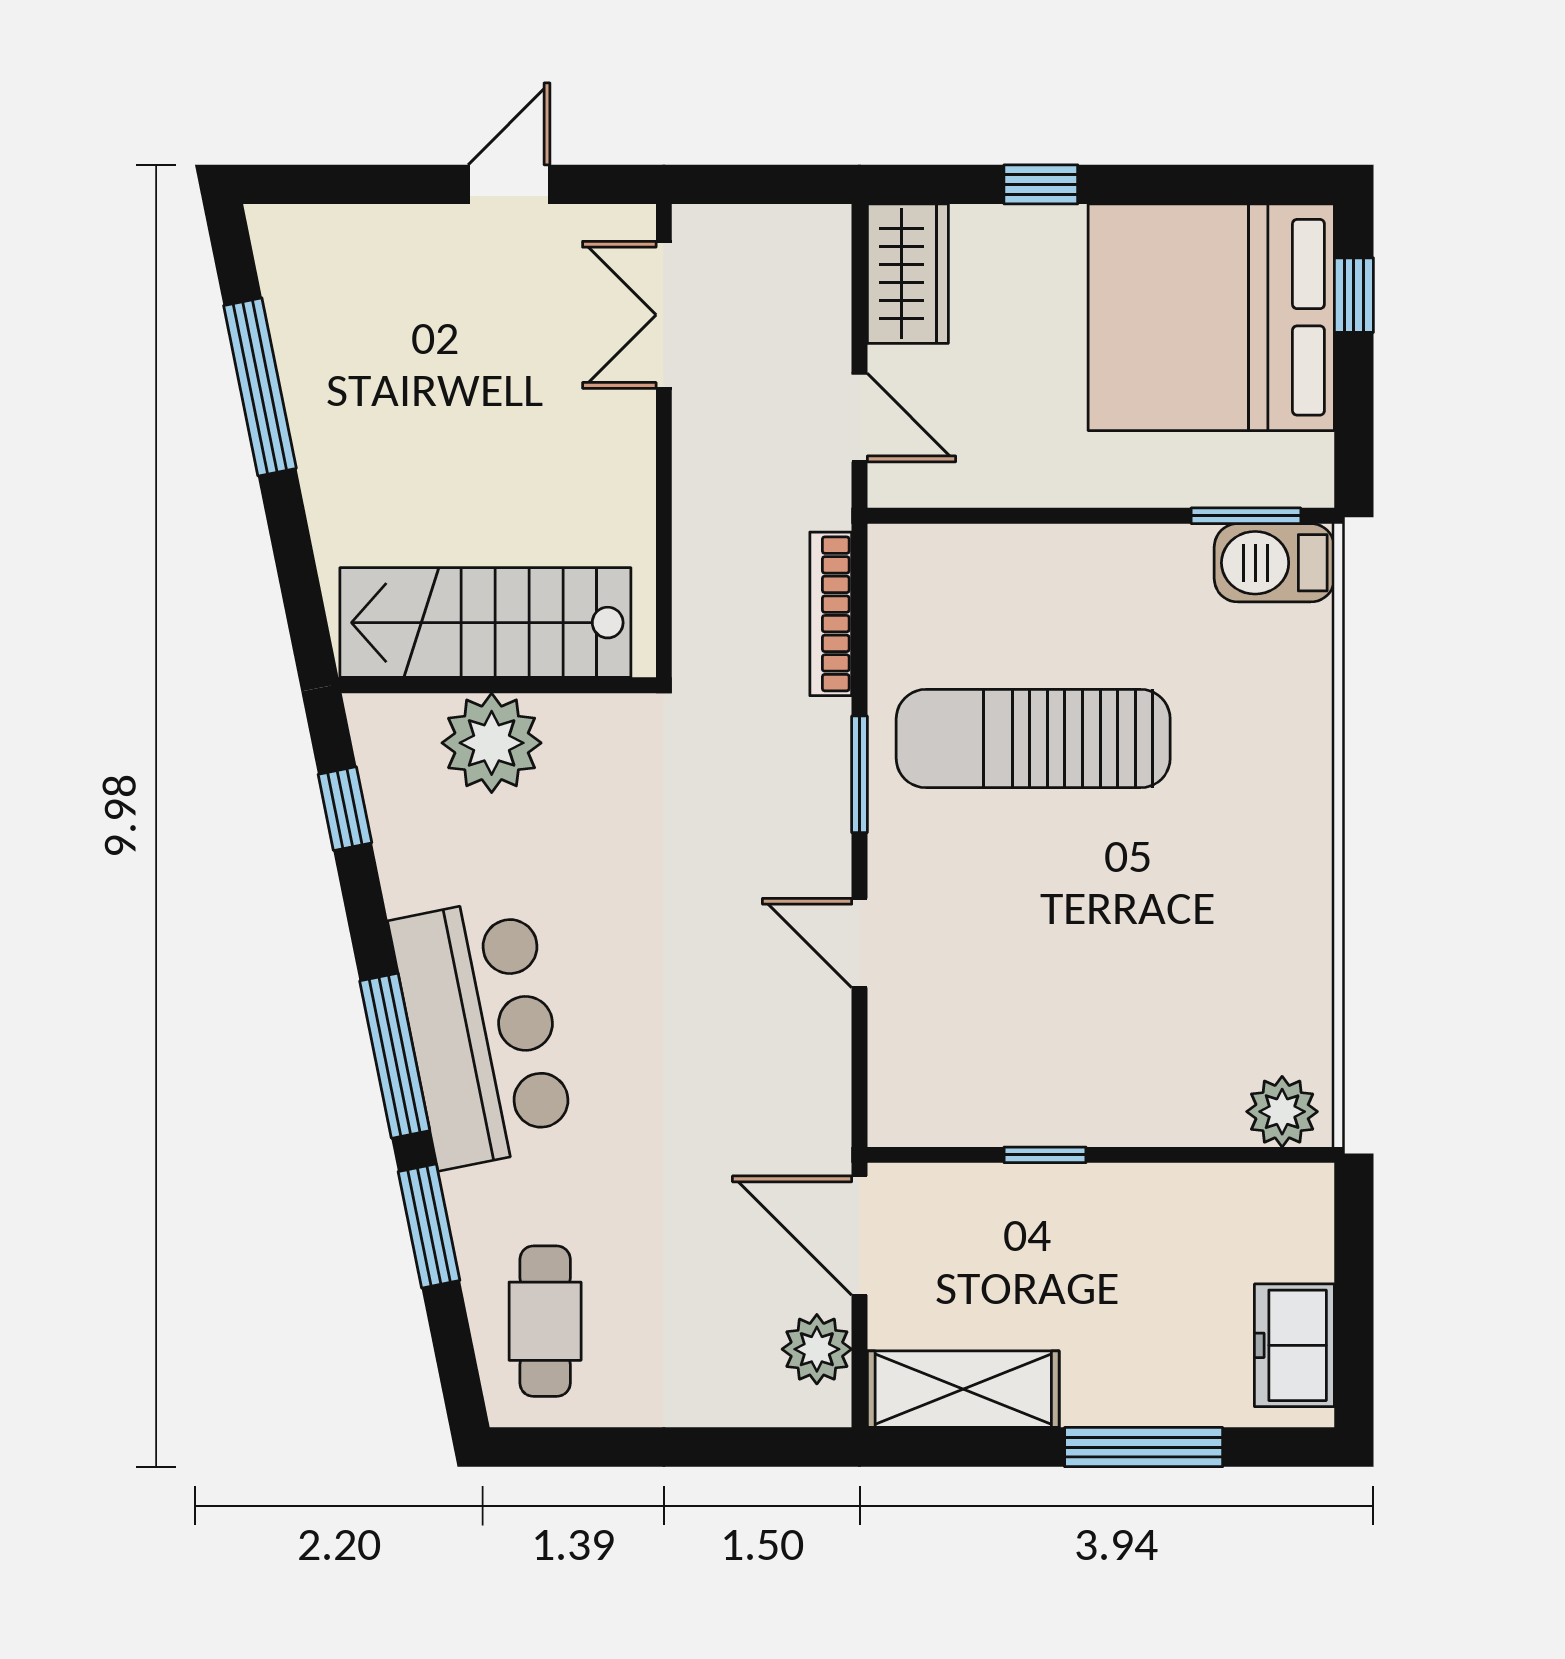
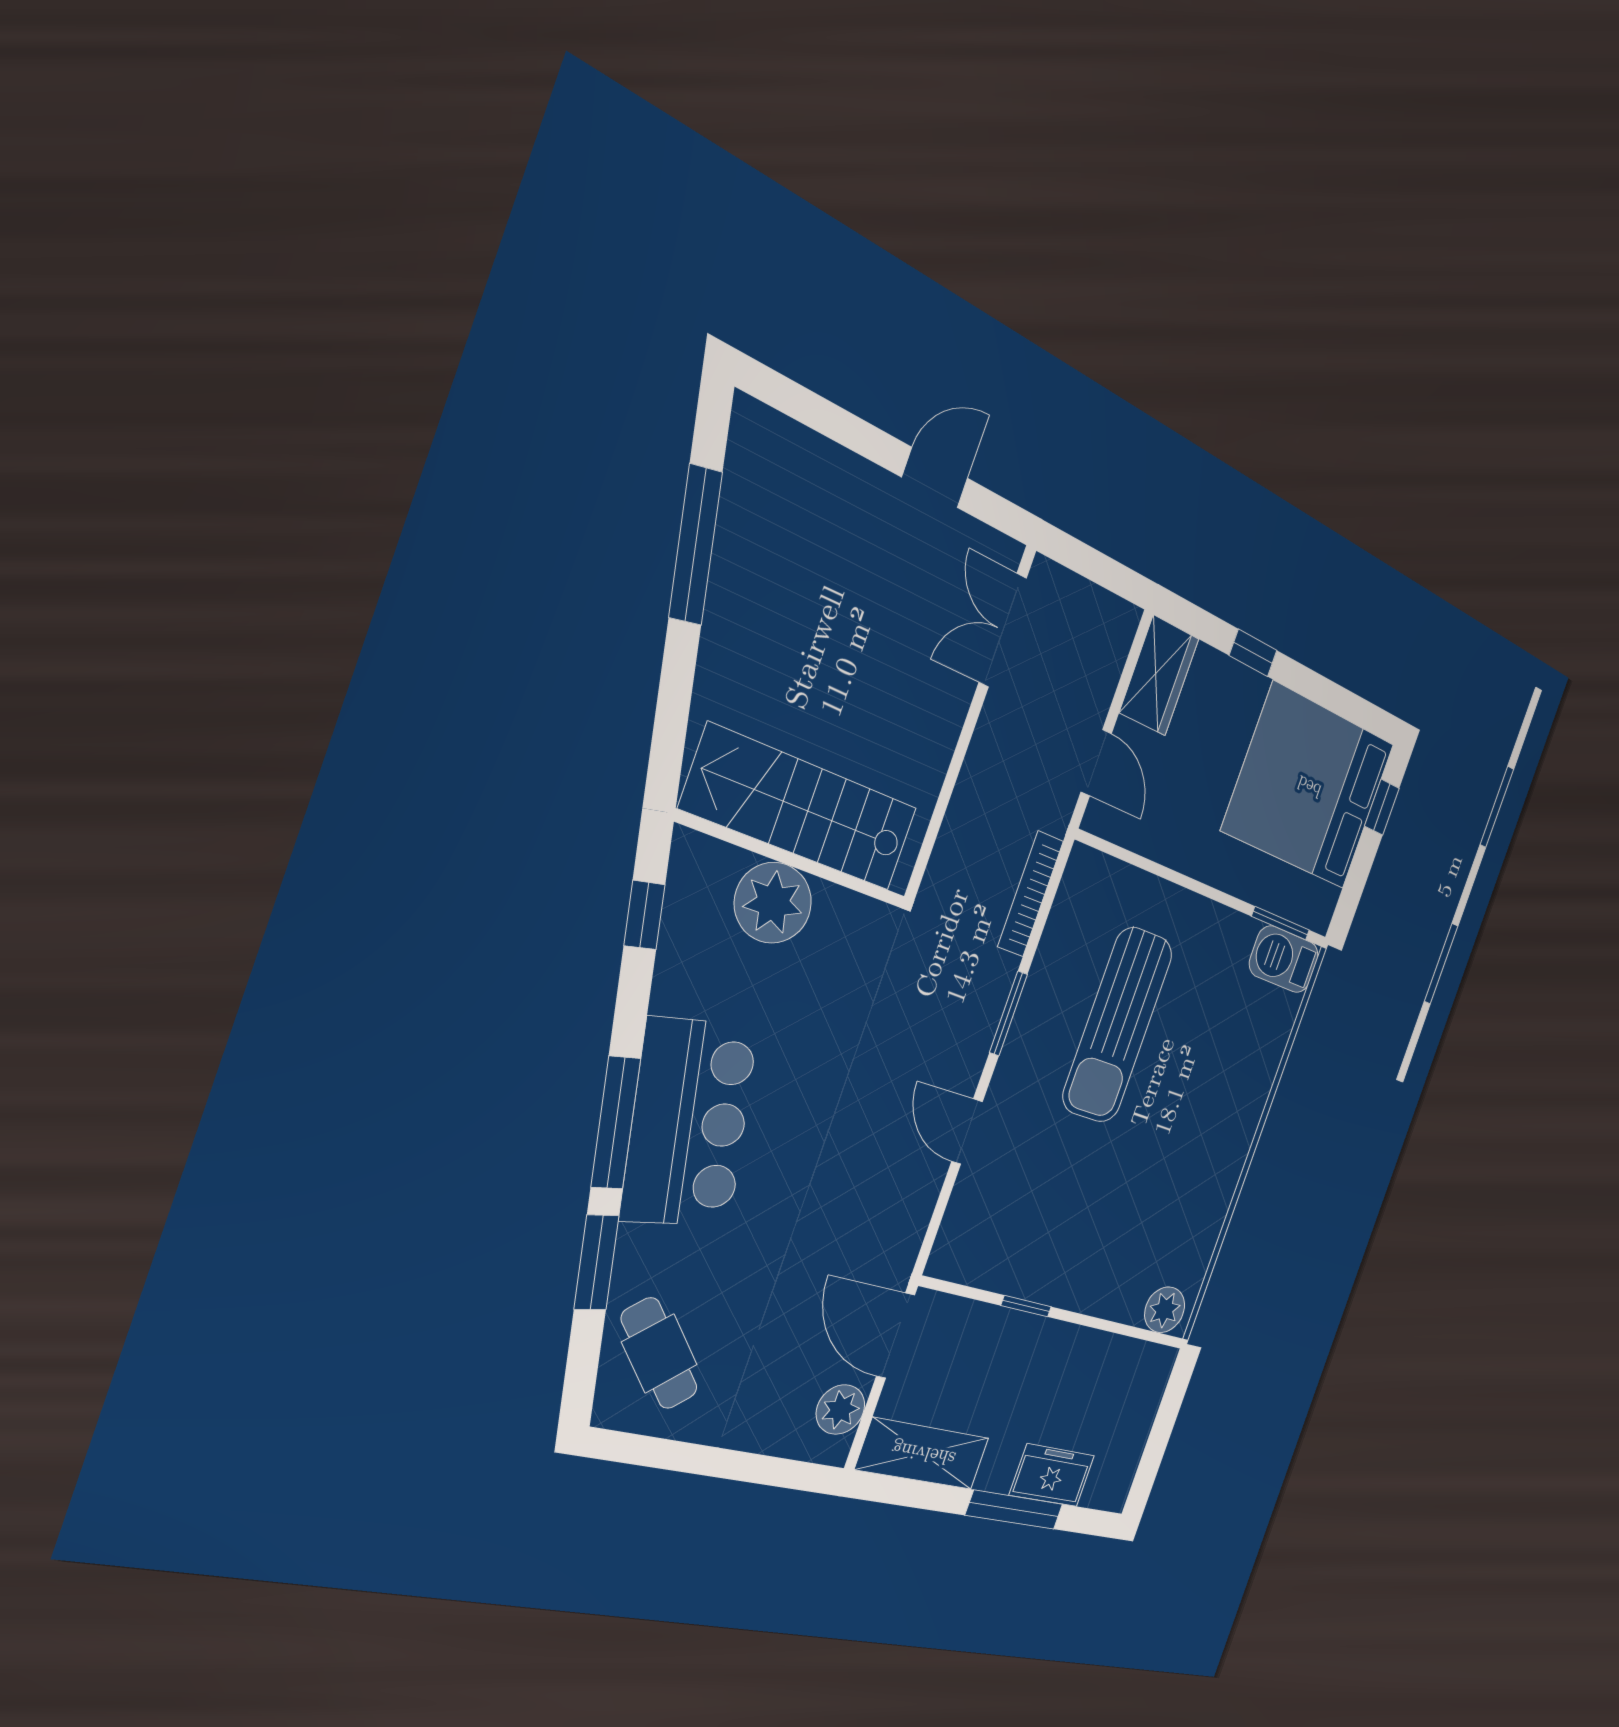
sun lounger: (1033, 739) -> (1118, 1025), turned -90
cafe table: (545, 1321) -> (659, 1353), turned -42
freezer: (1294, 1345) -> (1052, 1475), moved, turned 90

